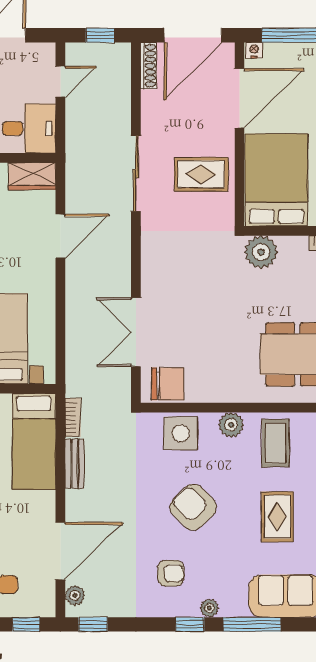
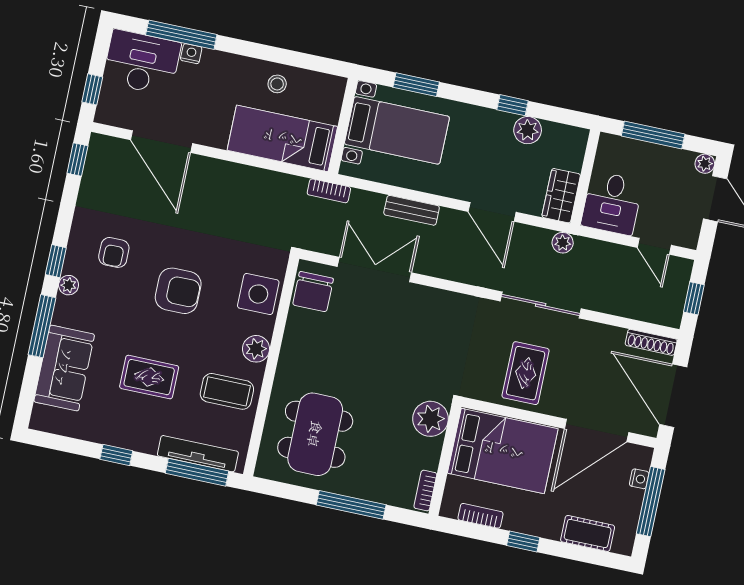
nightstand: (254, 50) -> (639, 479), moved
door: (239, 98) -> (597, 430), hinge flipped
bookcase: (73, 418) -> (329, 191), moved
bench: (75, 464) -> (412, 210), moved
armchair: (193, 507) -> (178, 291), turned 45
plant: (75, 595) -> (563, 243), moved

